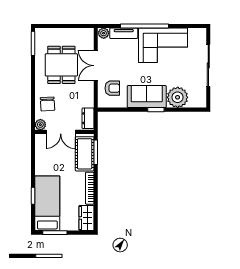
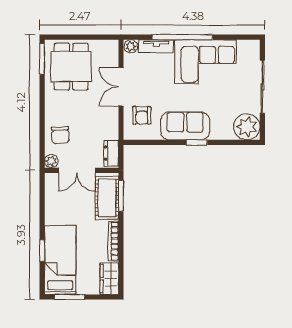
dining table: (61, 65) -> (71, 67), moved
armchair: (112, 88) -> (142, 115), turned 90
plant: (178, 97) -> (247, 127), moved

